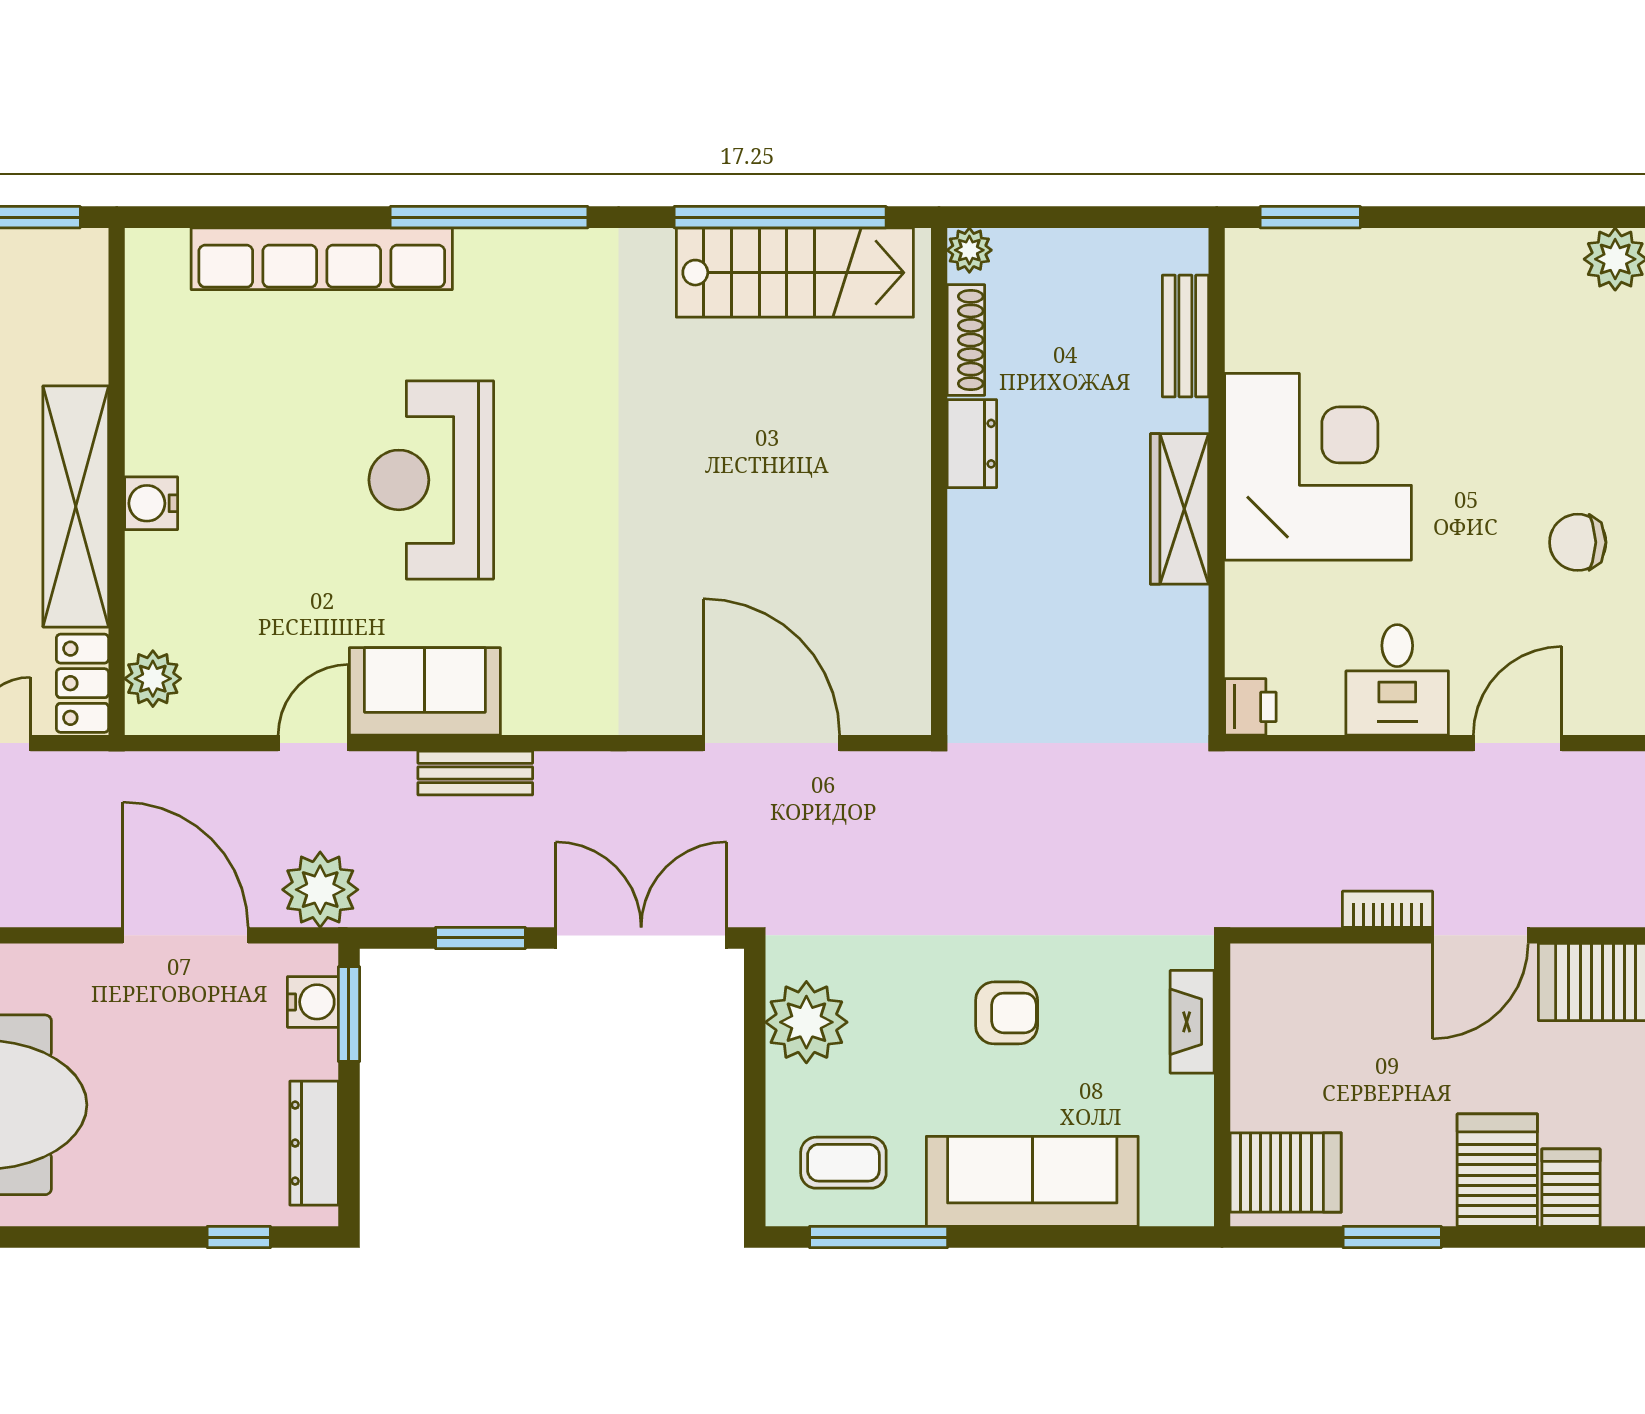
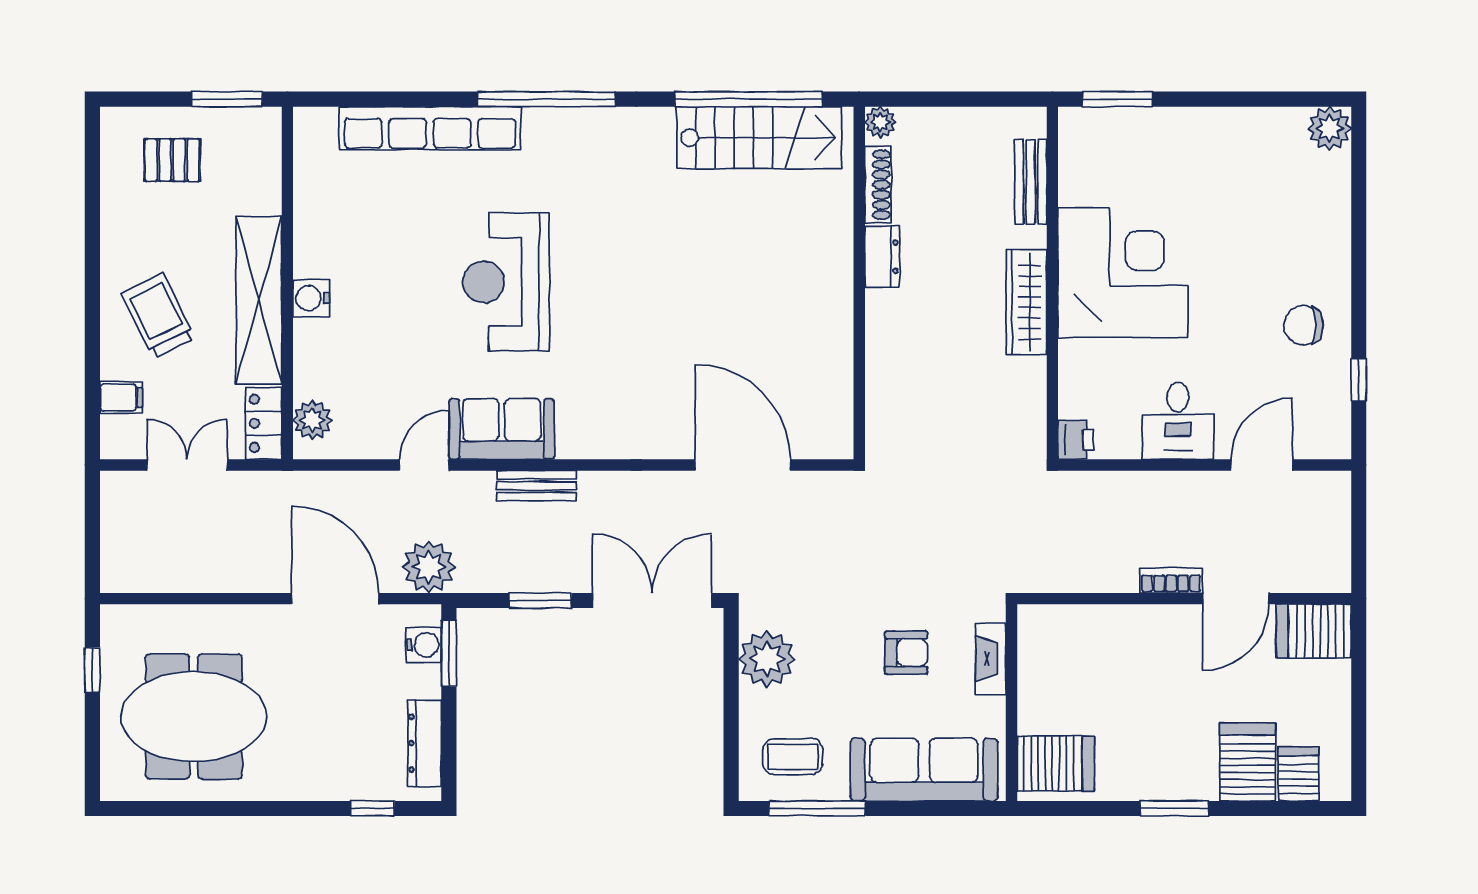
fireplace: (1192, 1022) -> (991, 659), moved
wall: (1222, 1085) -> (1011, 703), moved
server rack: (1286, 1173) -> (1056, 764), moved

